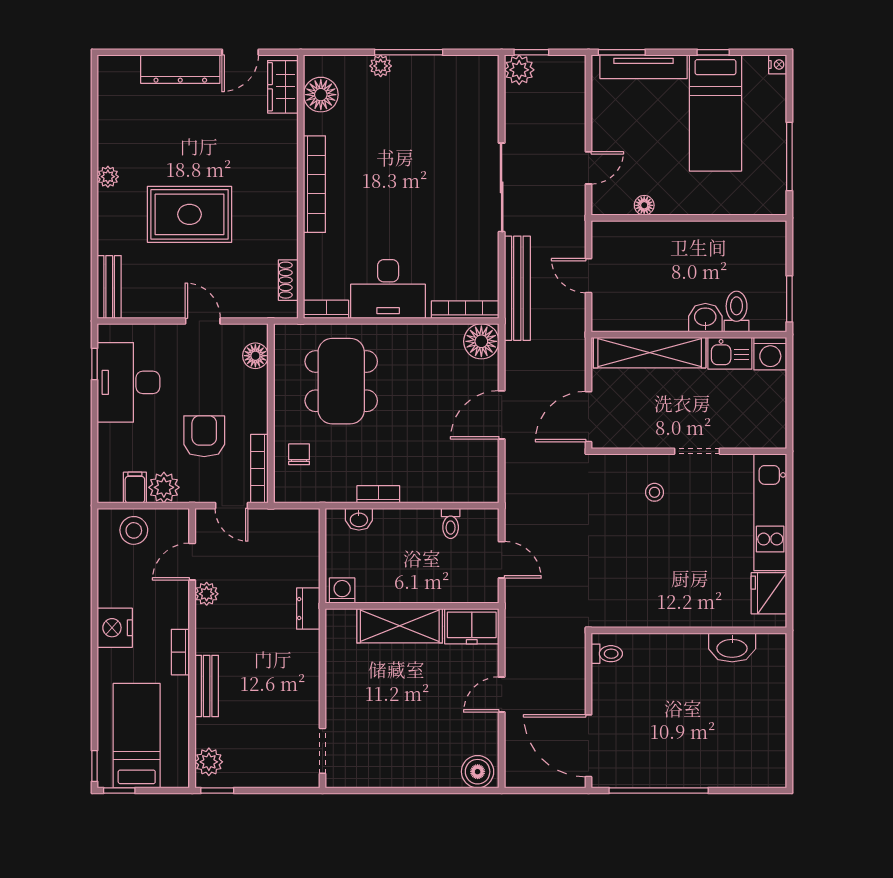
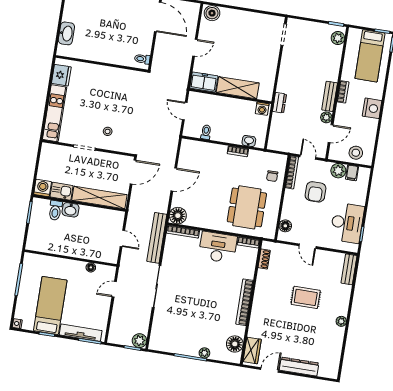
rug: (189, 214) -> (306, 297), width x0.73, depth x0.70
washbasin: (732, 647) -> (66, 33), moved, turned 90
bench: (207, 686) -> (330, 96), moved

